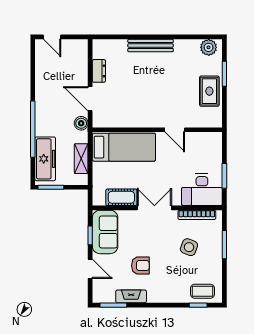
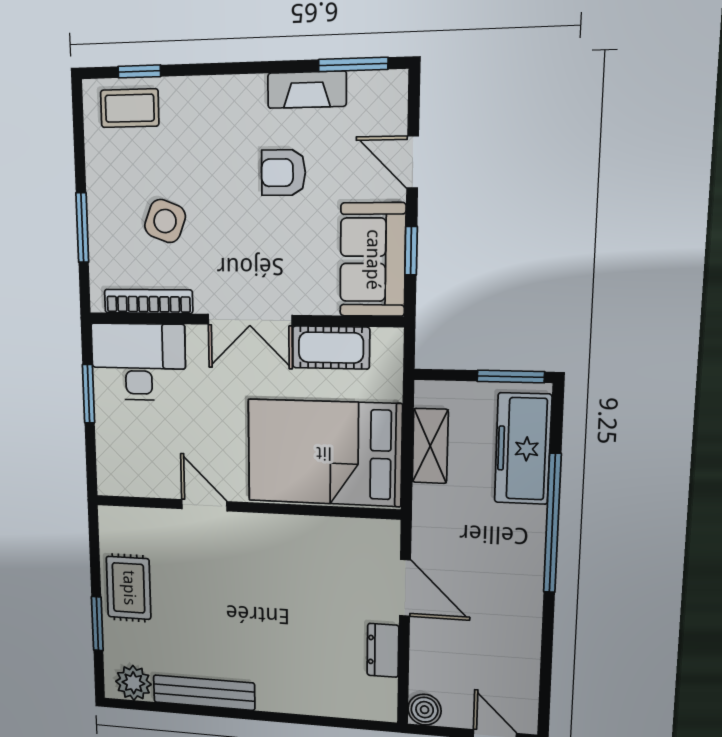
bench: (151, 46) -> (204, 693), moved
boiler: (81, 123) -> (425, 710), moved
bed: (124, 147) -> (324, 453), width x1.50

